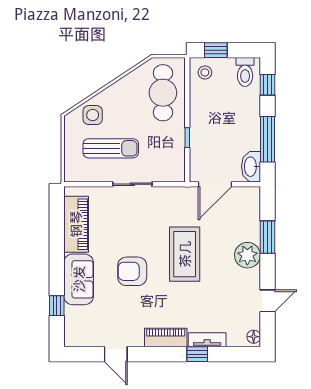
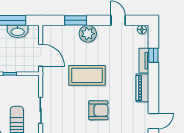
washbasin: (251, 167) -> (18, 31), moved
armchair: (132, 271) -> (98, 110), turned -90
window: (197, 354) -> (153, 55), moved

